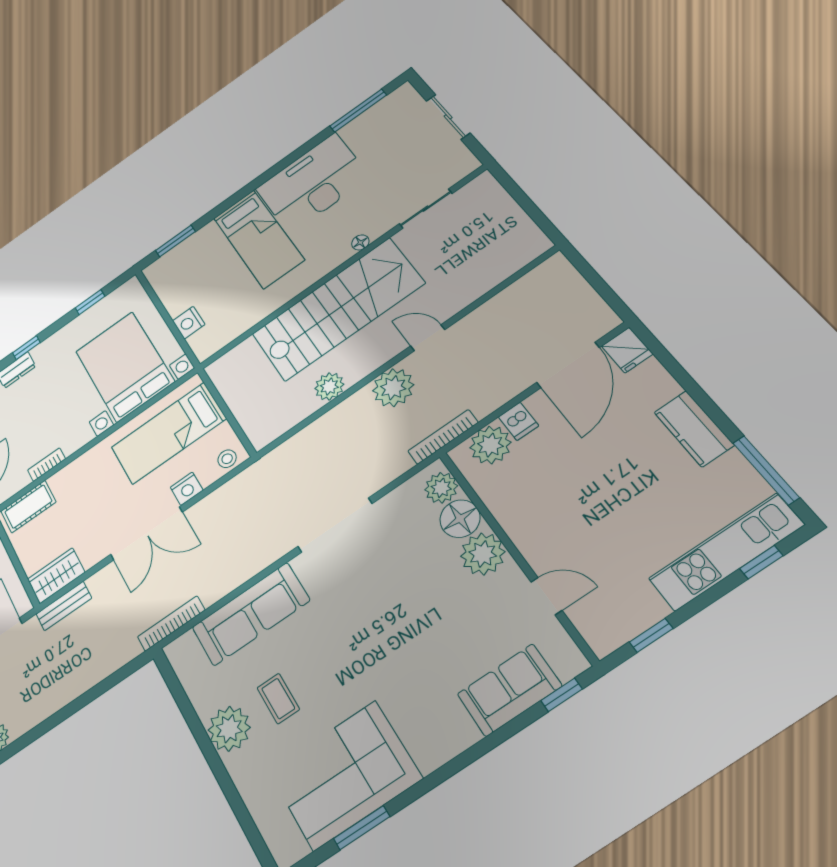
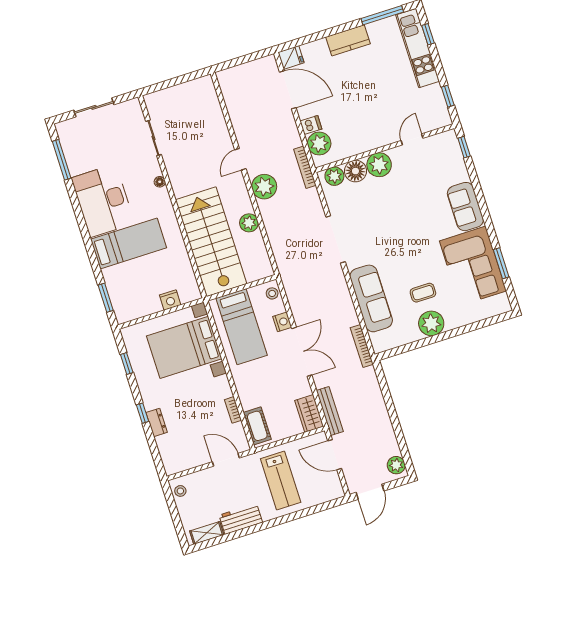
stairs: (338, 309) -> (211, 242), moved
bench: (64, 606) -> (330, 411), width x1.36
sofa: (509, 690) -> (465, 207), moved

